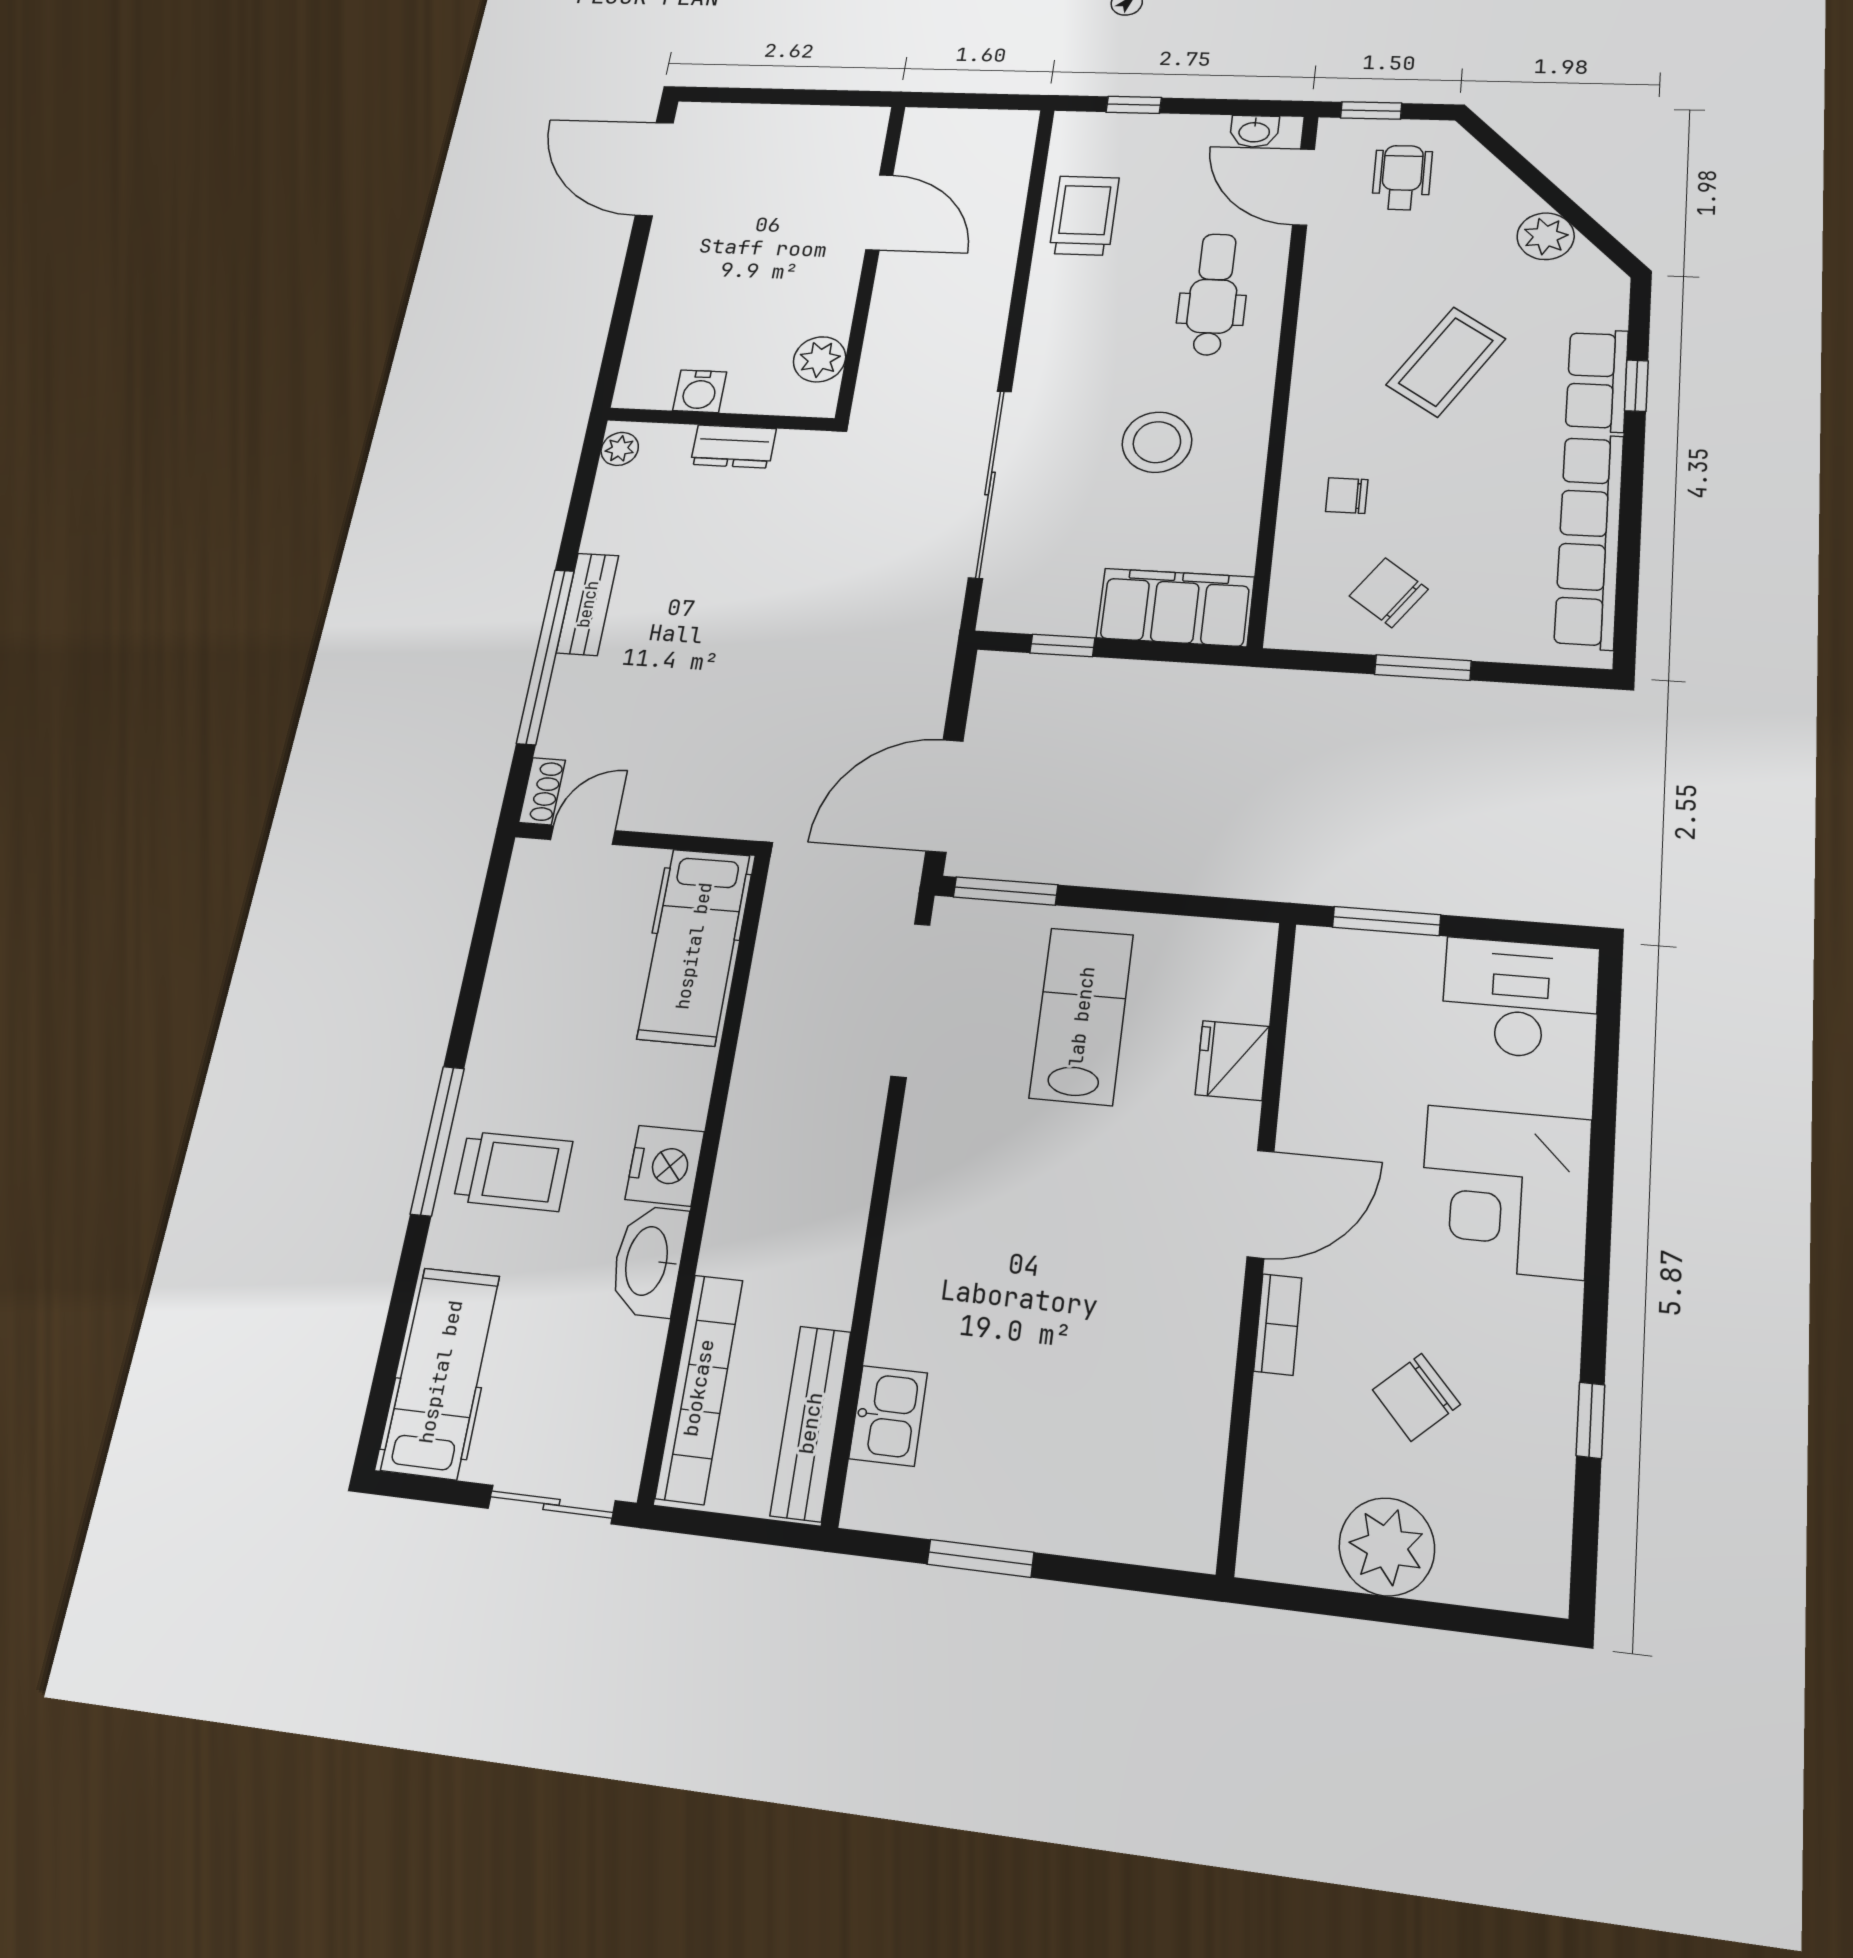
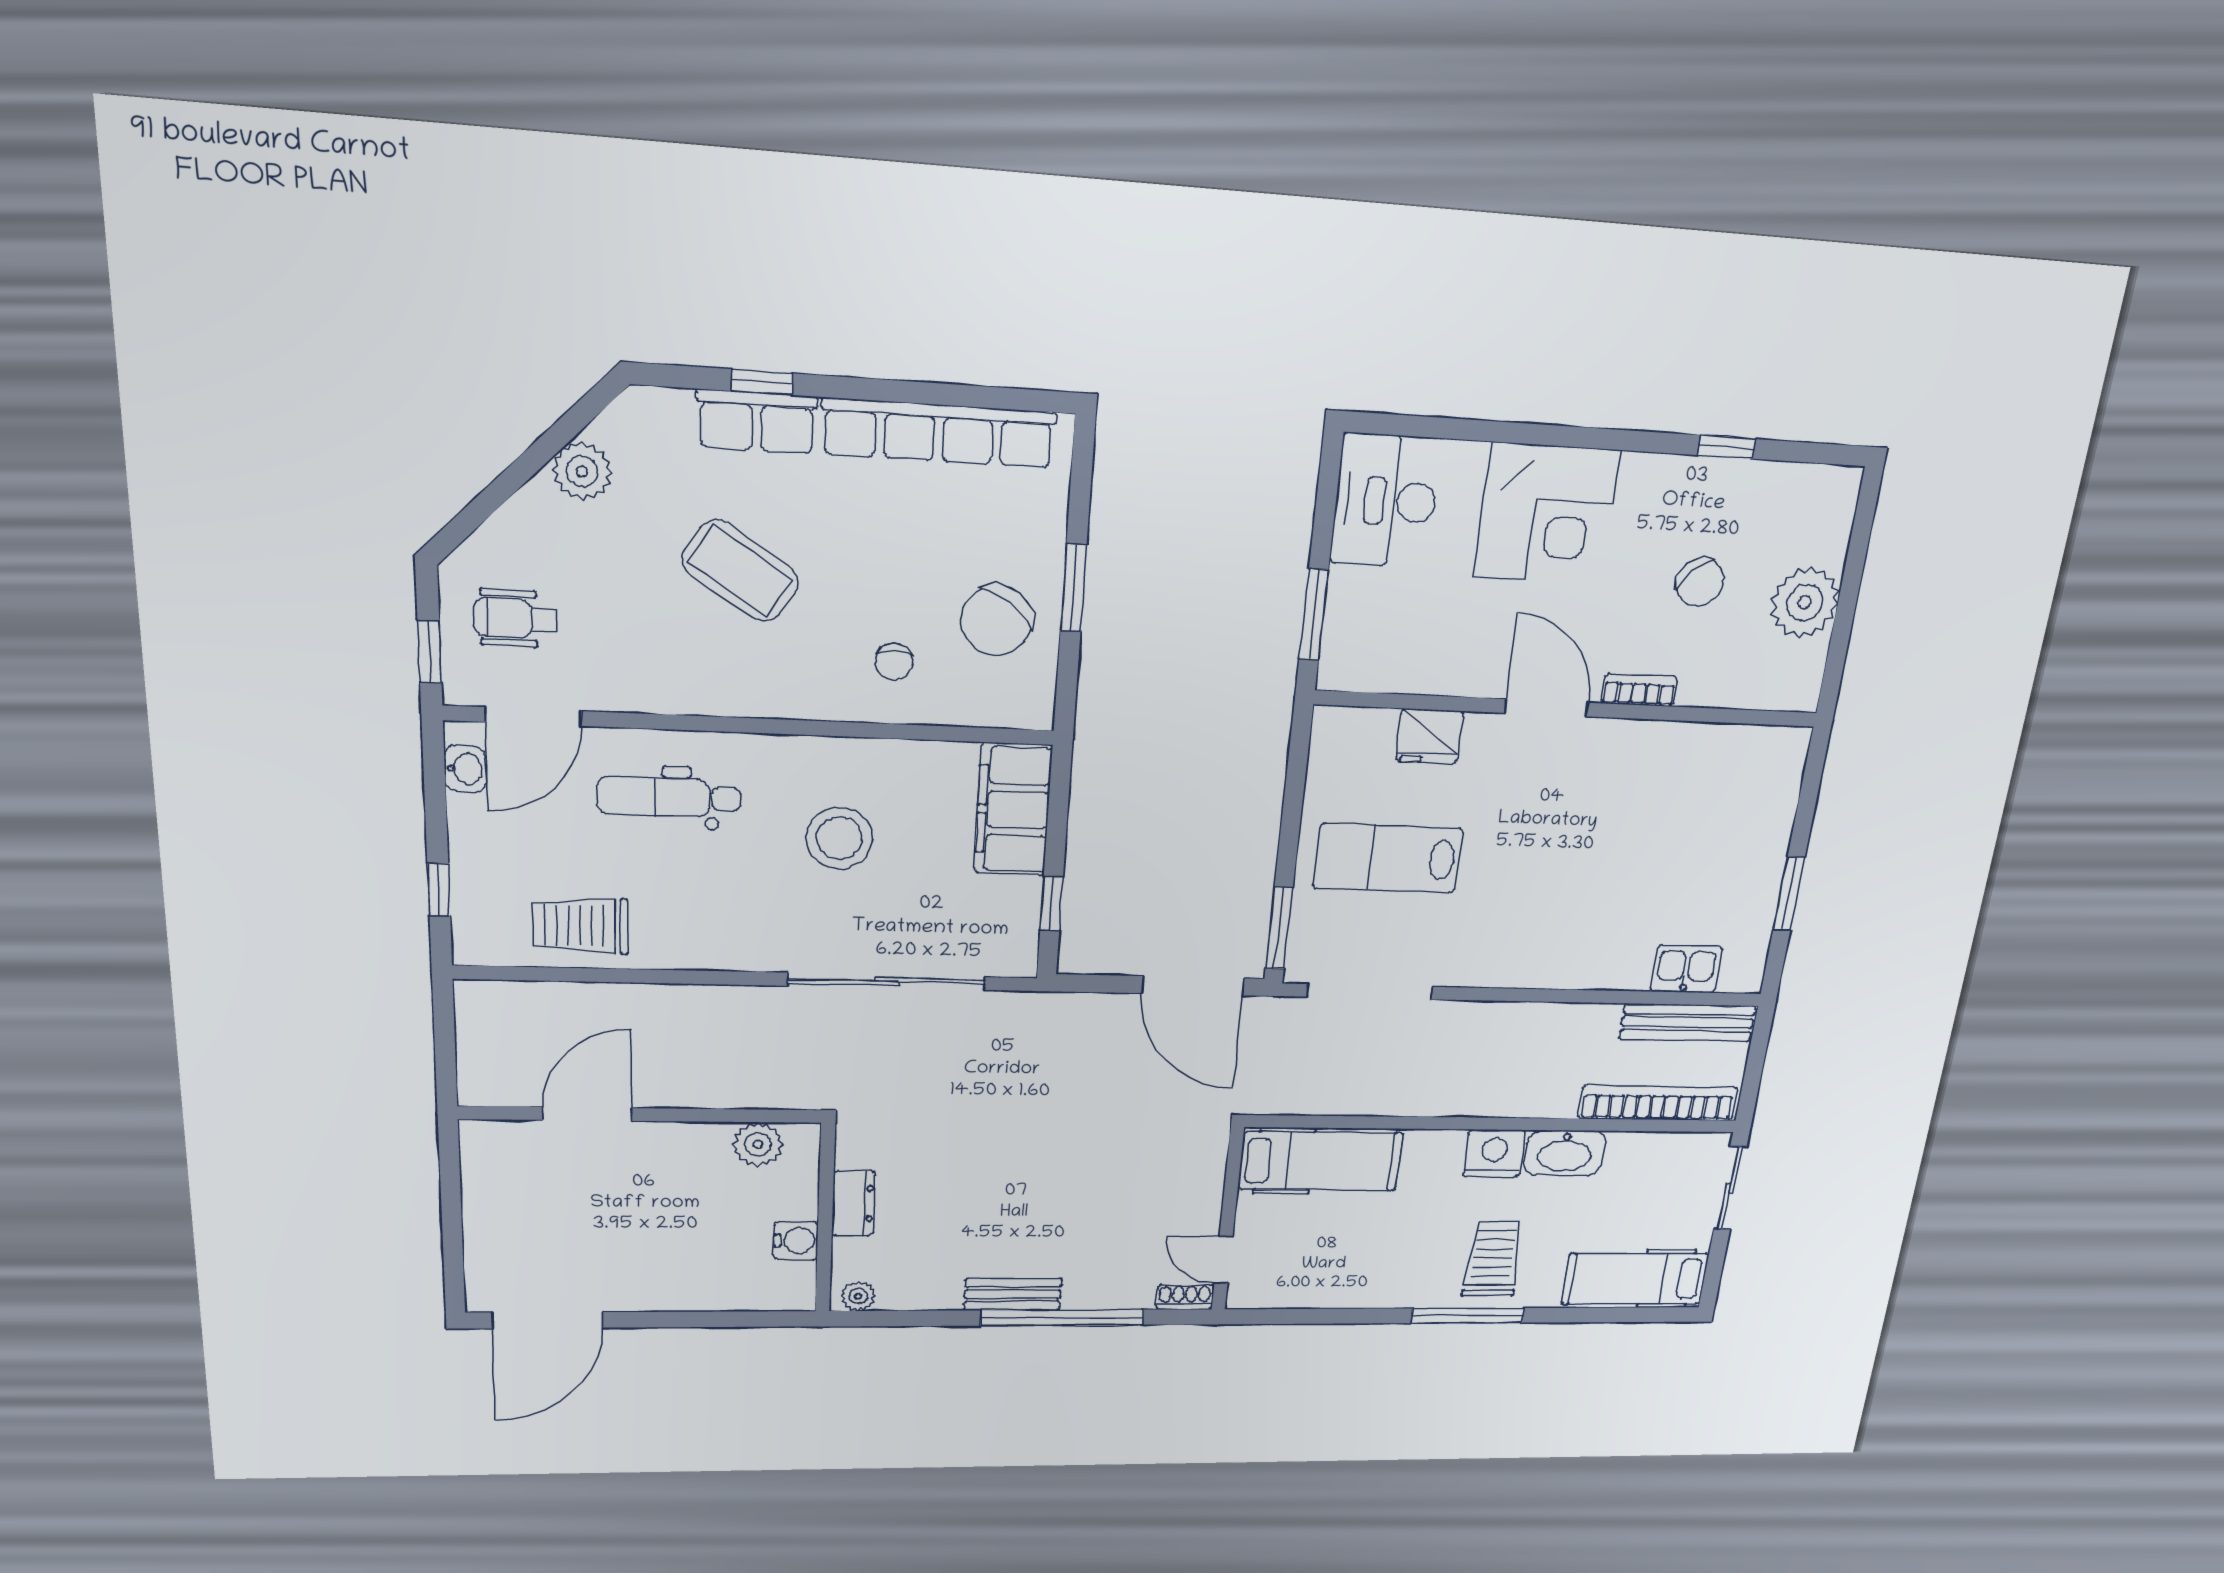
chair: (1389, 593) -> (997, 620), width x1.37, depth x1.37

